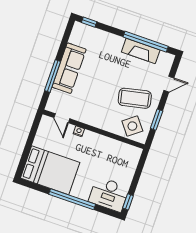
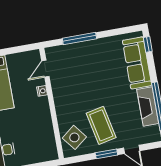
sofa: (69, 68) -> (137, 63), moved, turned 90
window: (157, 120) -> (106, 154), moved

